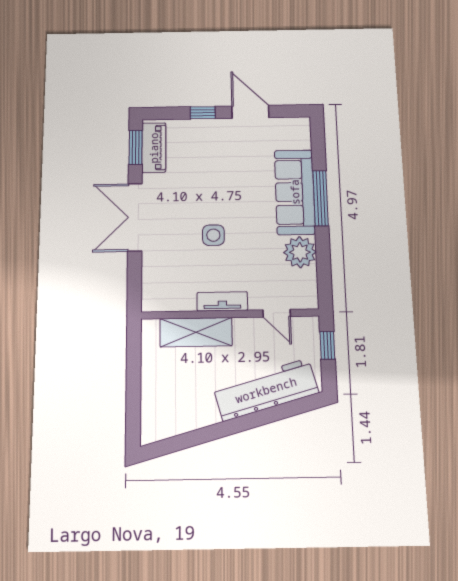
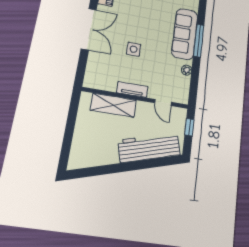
double door: (135, 217) -> (89, 29), swing flipped
plant: (300, 252) -> (187, 70), width x0.53, depth x0.53

